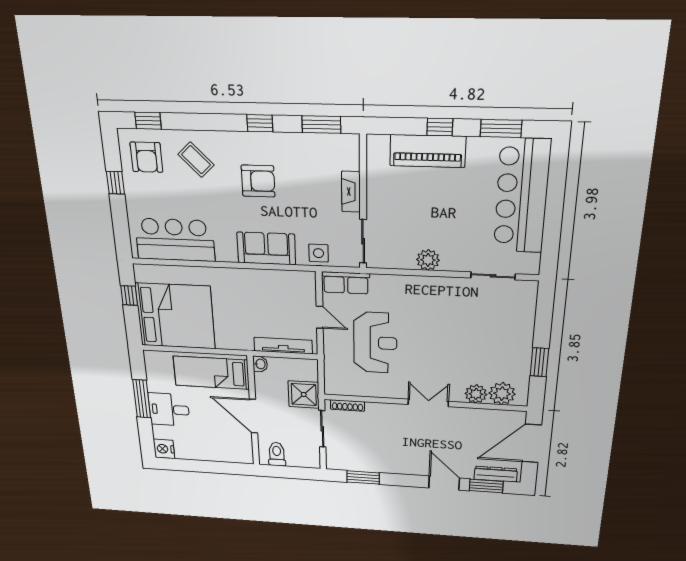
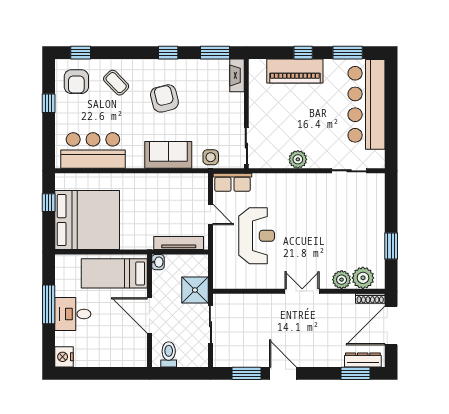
armchair: (258, 181) -> (164, 98), turned -104
fireplace: (351, 192) -> (237, 75), moved
shoe rack: (347, 405) -> (370, 298), moved
door: (444, 483) -> (283, 373), moved

